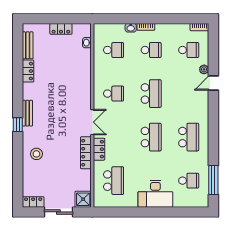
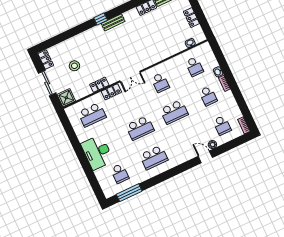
locker: (86, 153) -> (99, 85), width x0.66
stool: (36, 154) -> (74, 66), moved

